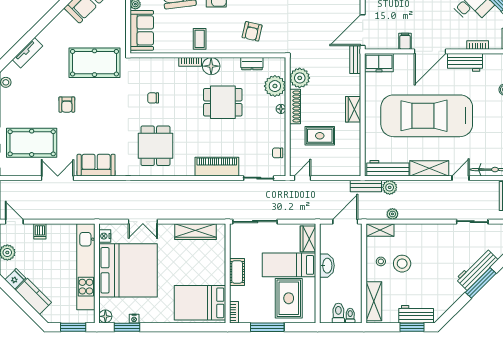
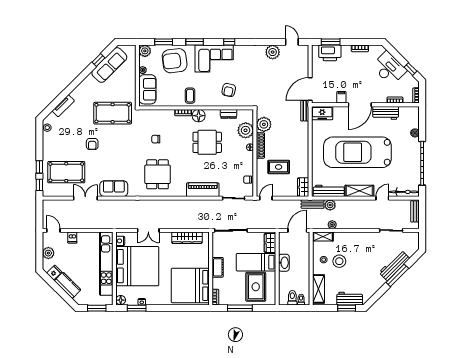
wardrobe: (353, 109) -> (303, 187), moved
bed: (200, 303) -> (190, 285), width x1.36

